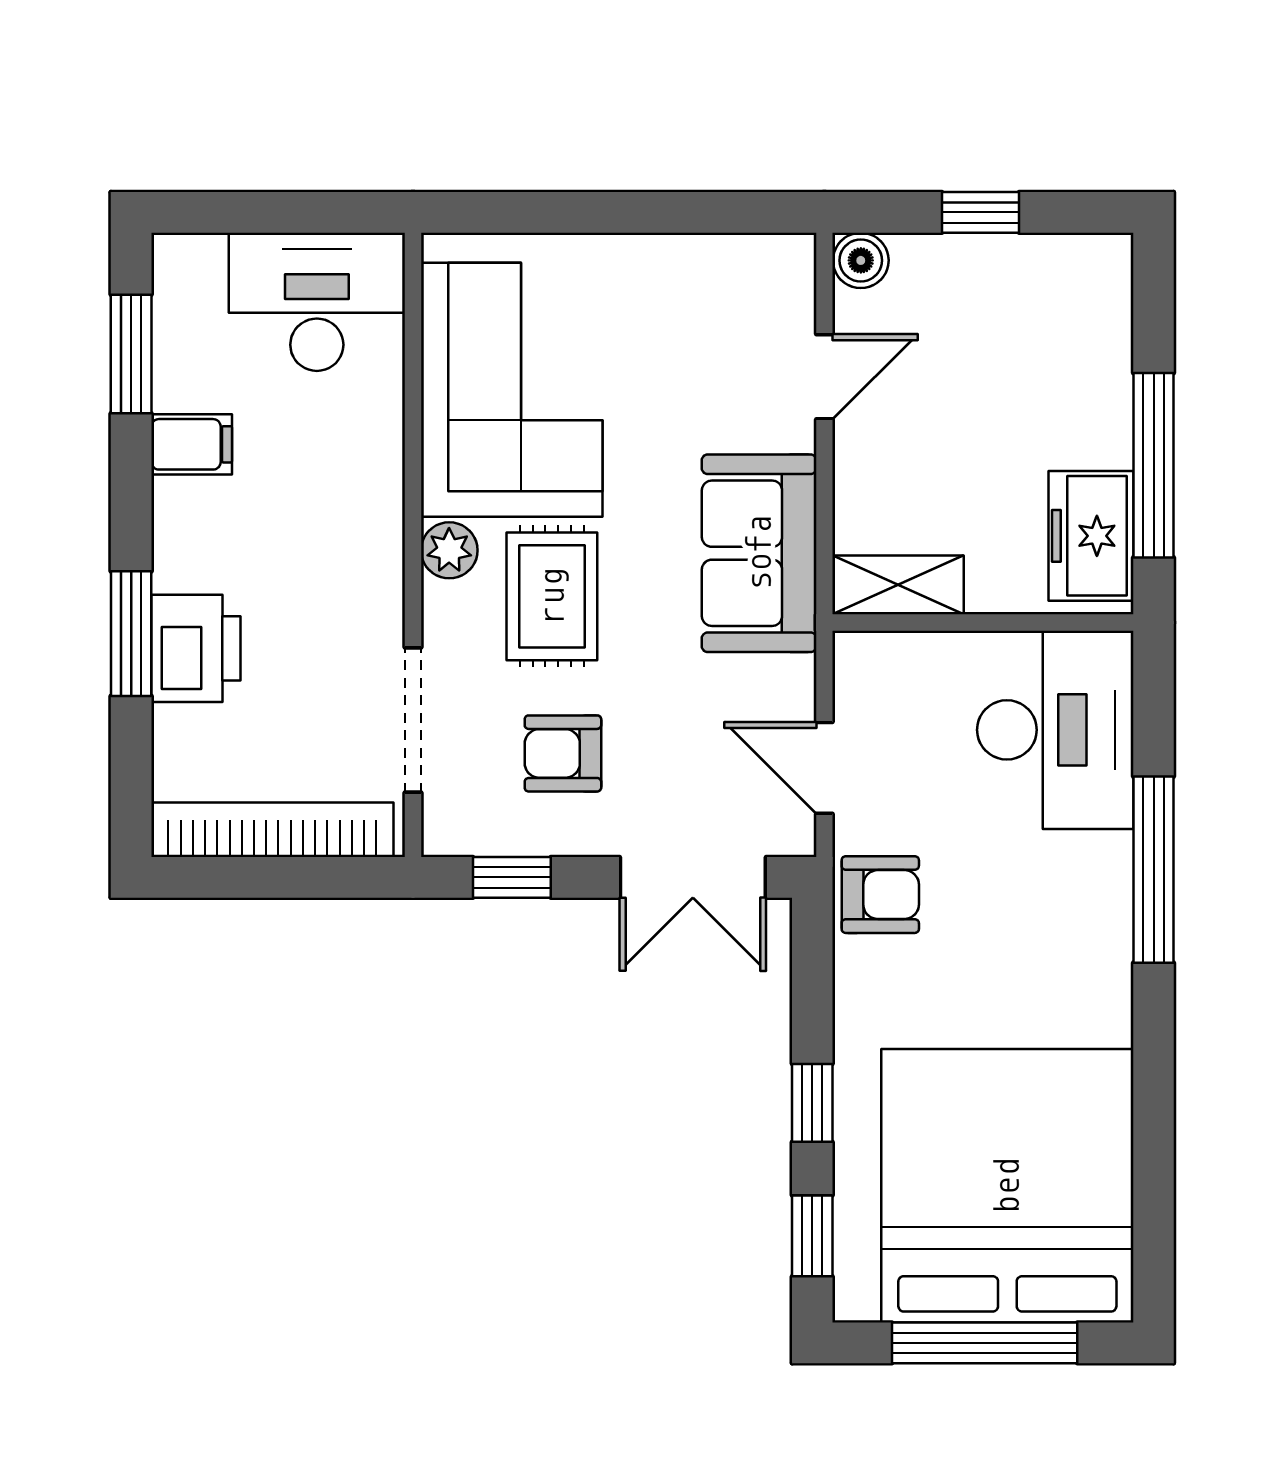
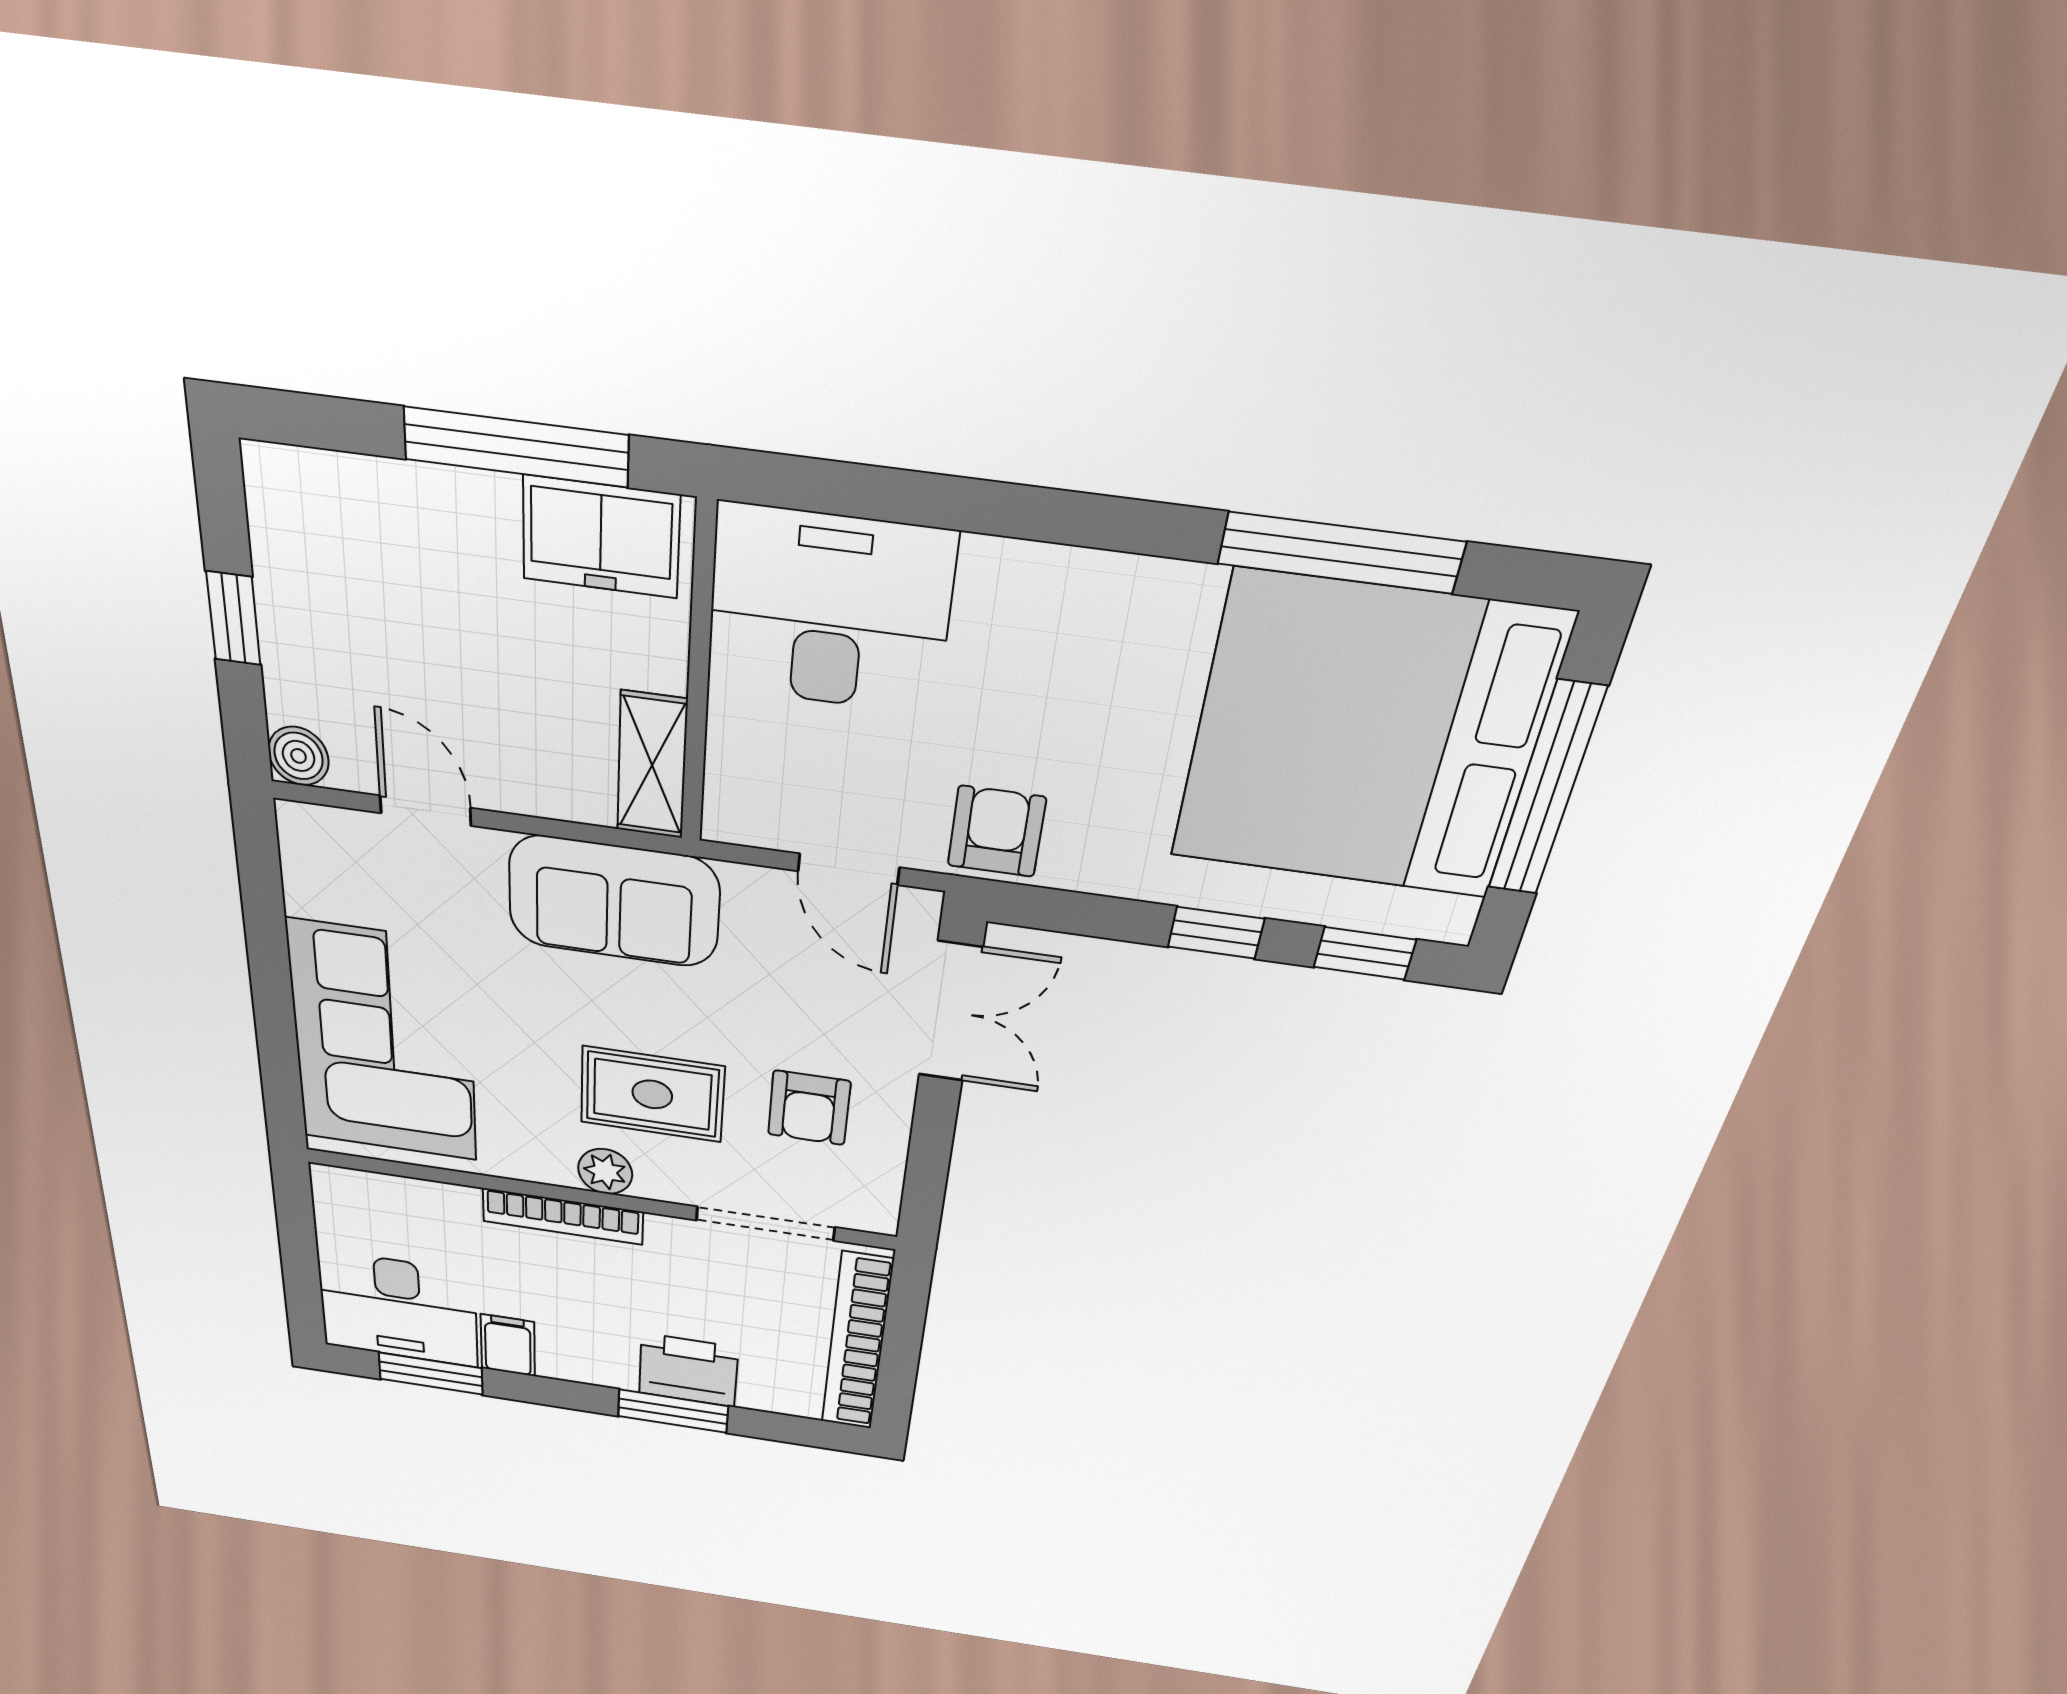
desk: (317, 302) -> (398, 1309), moved, turned -90
corner sofa: (512, 390) -> (384, 1043), moved, turned 90
bookcase: (383, 506) -> (563, 1216), added
door: (824, 768) -> (849, 869), hinge flipped
window: (1154, 870) -> (1341, 553), moved
window: (512, 877) -> (927, 1168), removed

